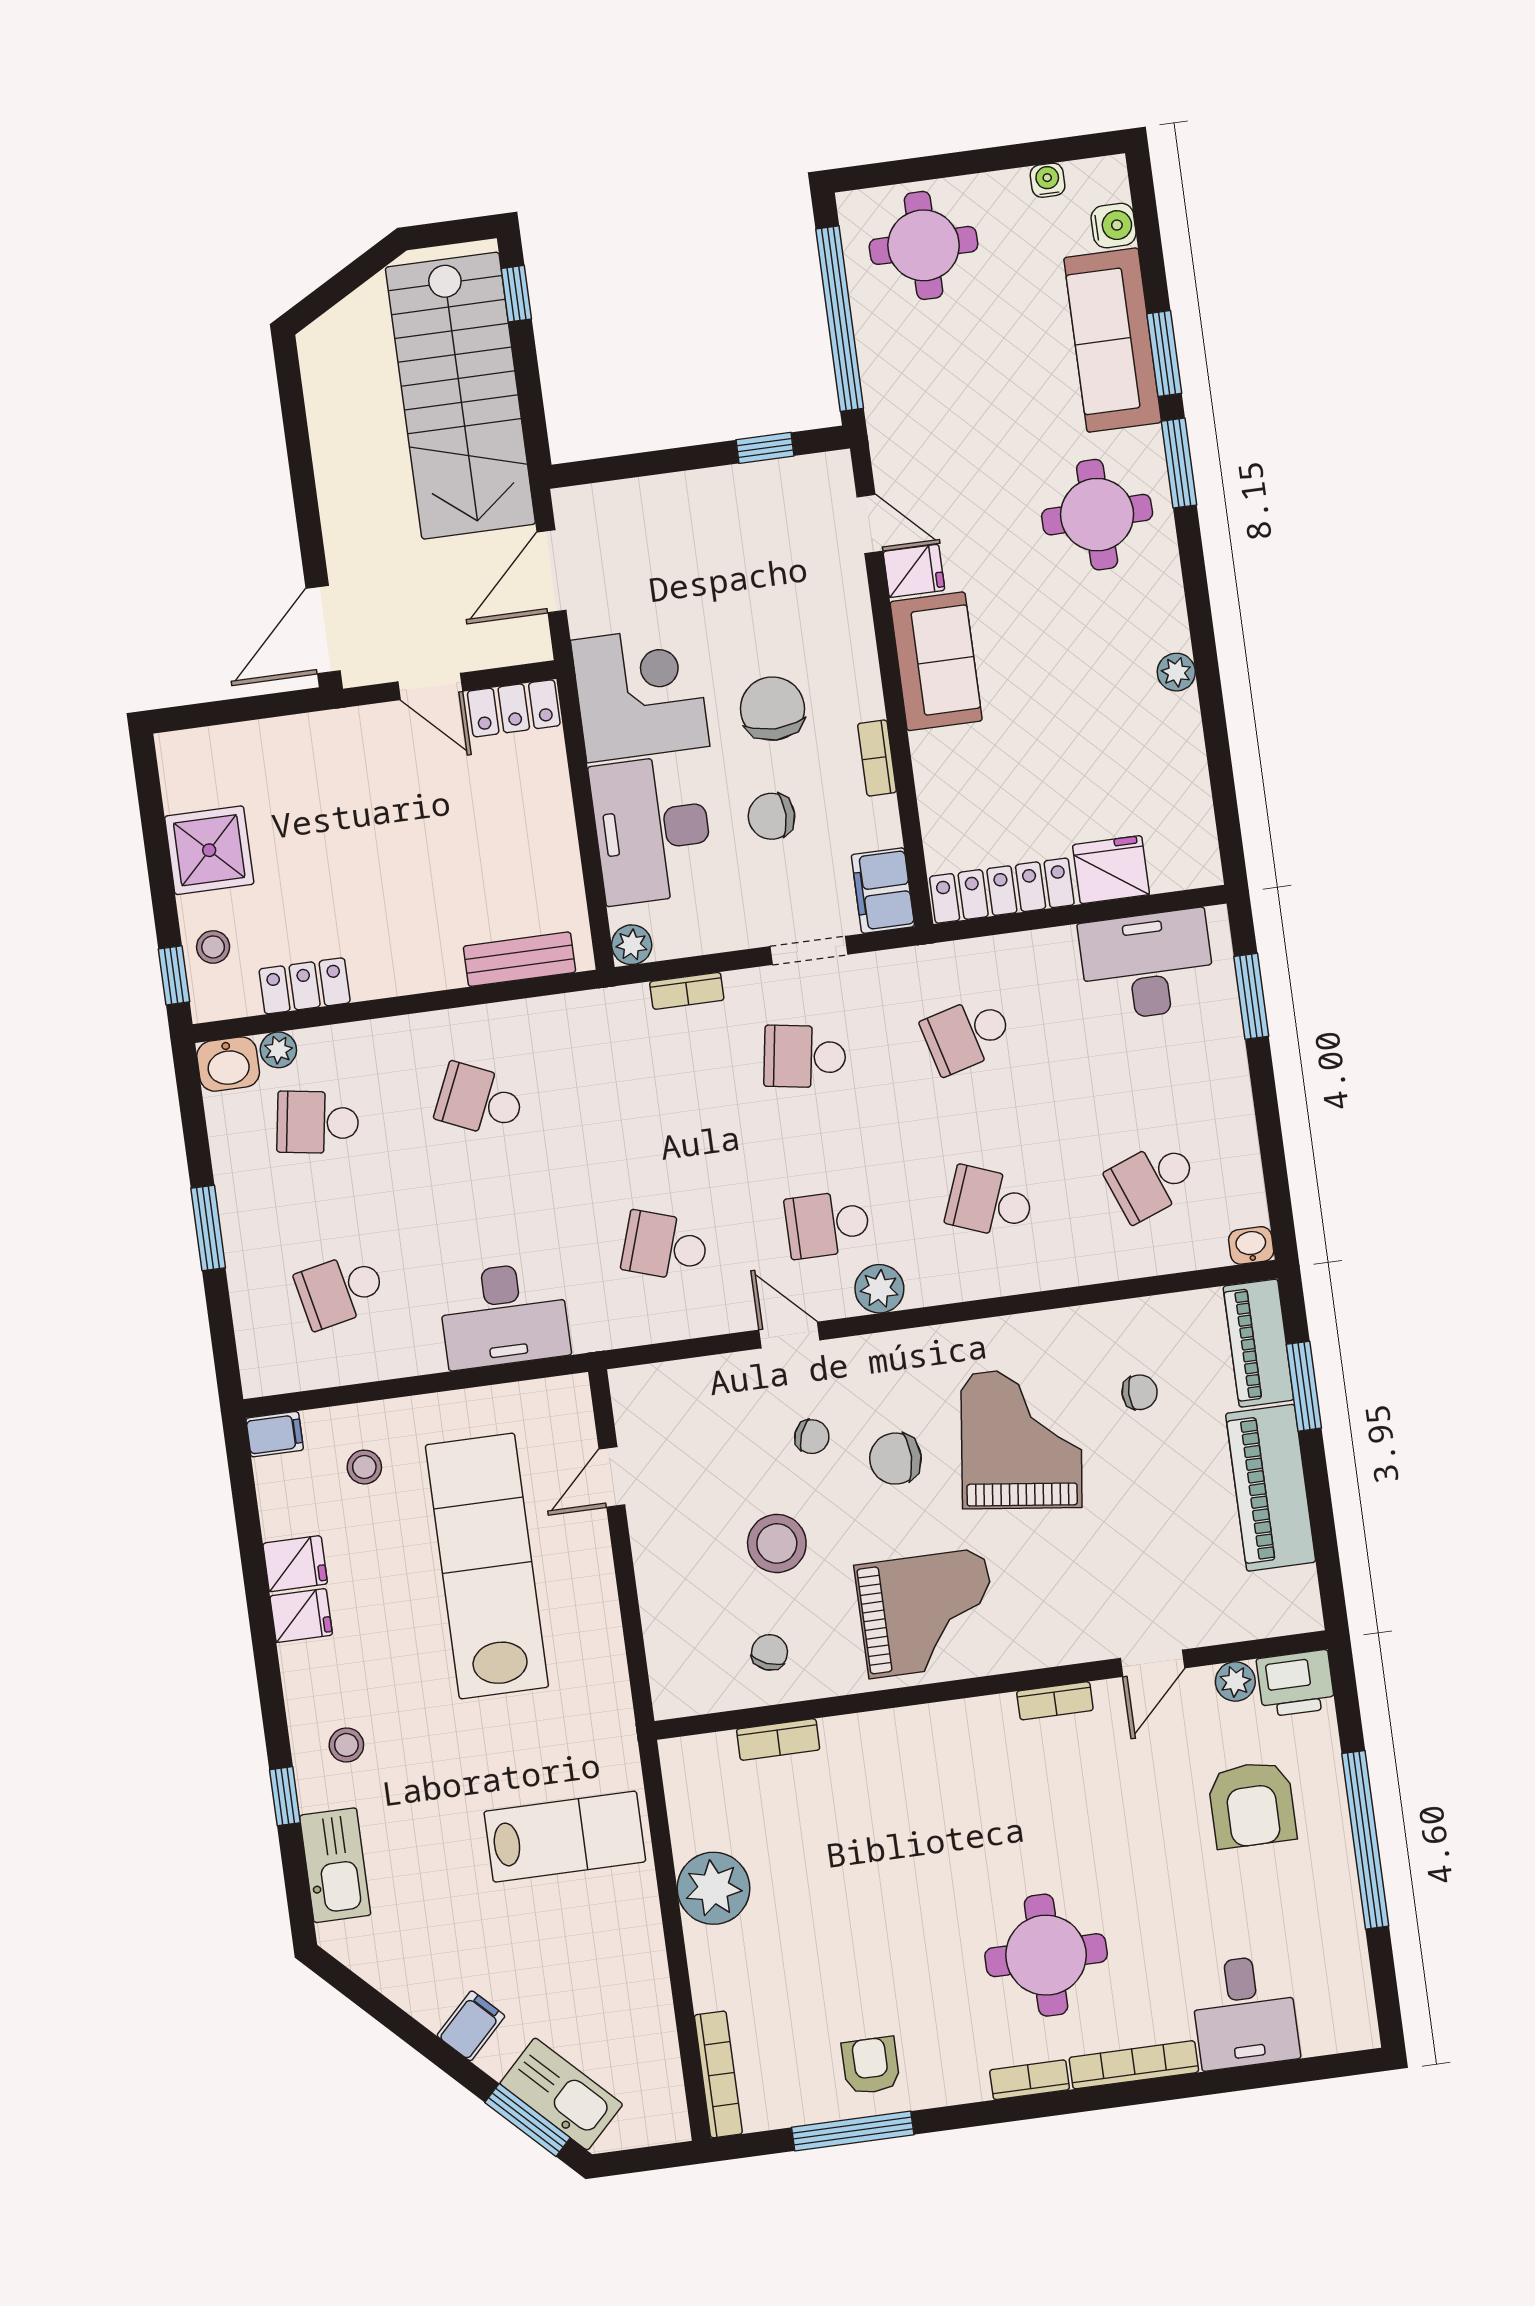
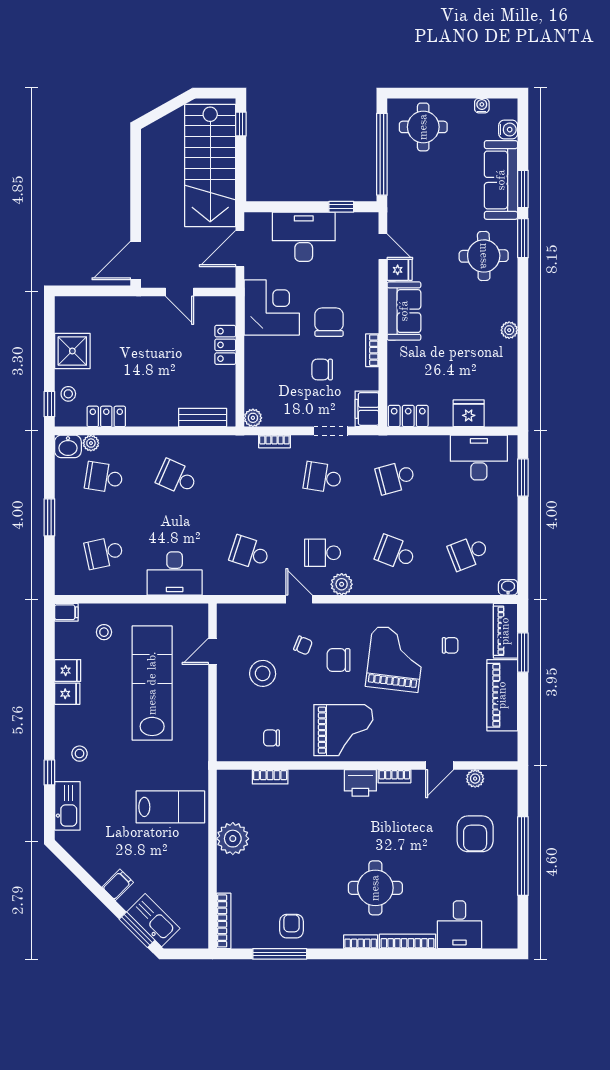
locker: (514, 708) -> (225, 345), moved, turned 90
desk: (652, 830) -> (304, 237), moved, turned 90
locker: (1002, 891) -> (408, 416), width x0.66
stool: (777, 1543) -> (263, 673), moved
chair: (770, 1652) -> (272, 738), turned -112
printer: (1296, 1683) -> (360, 783), moved

